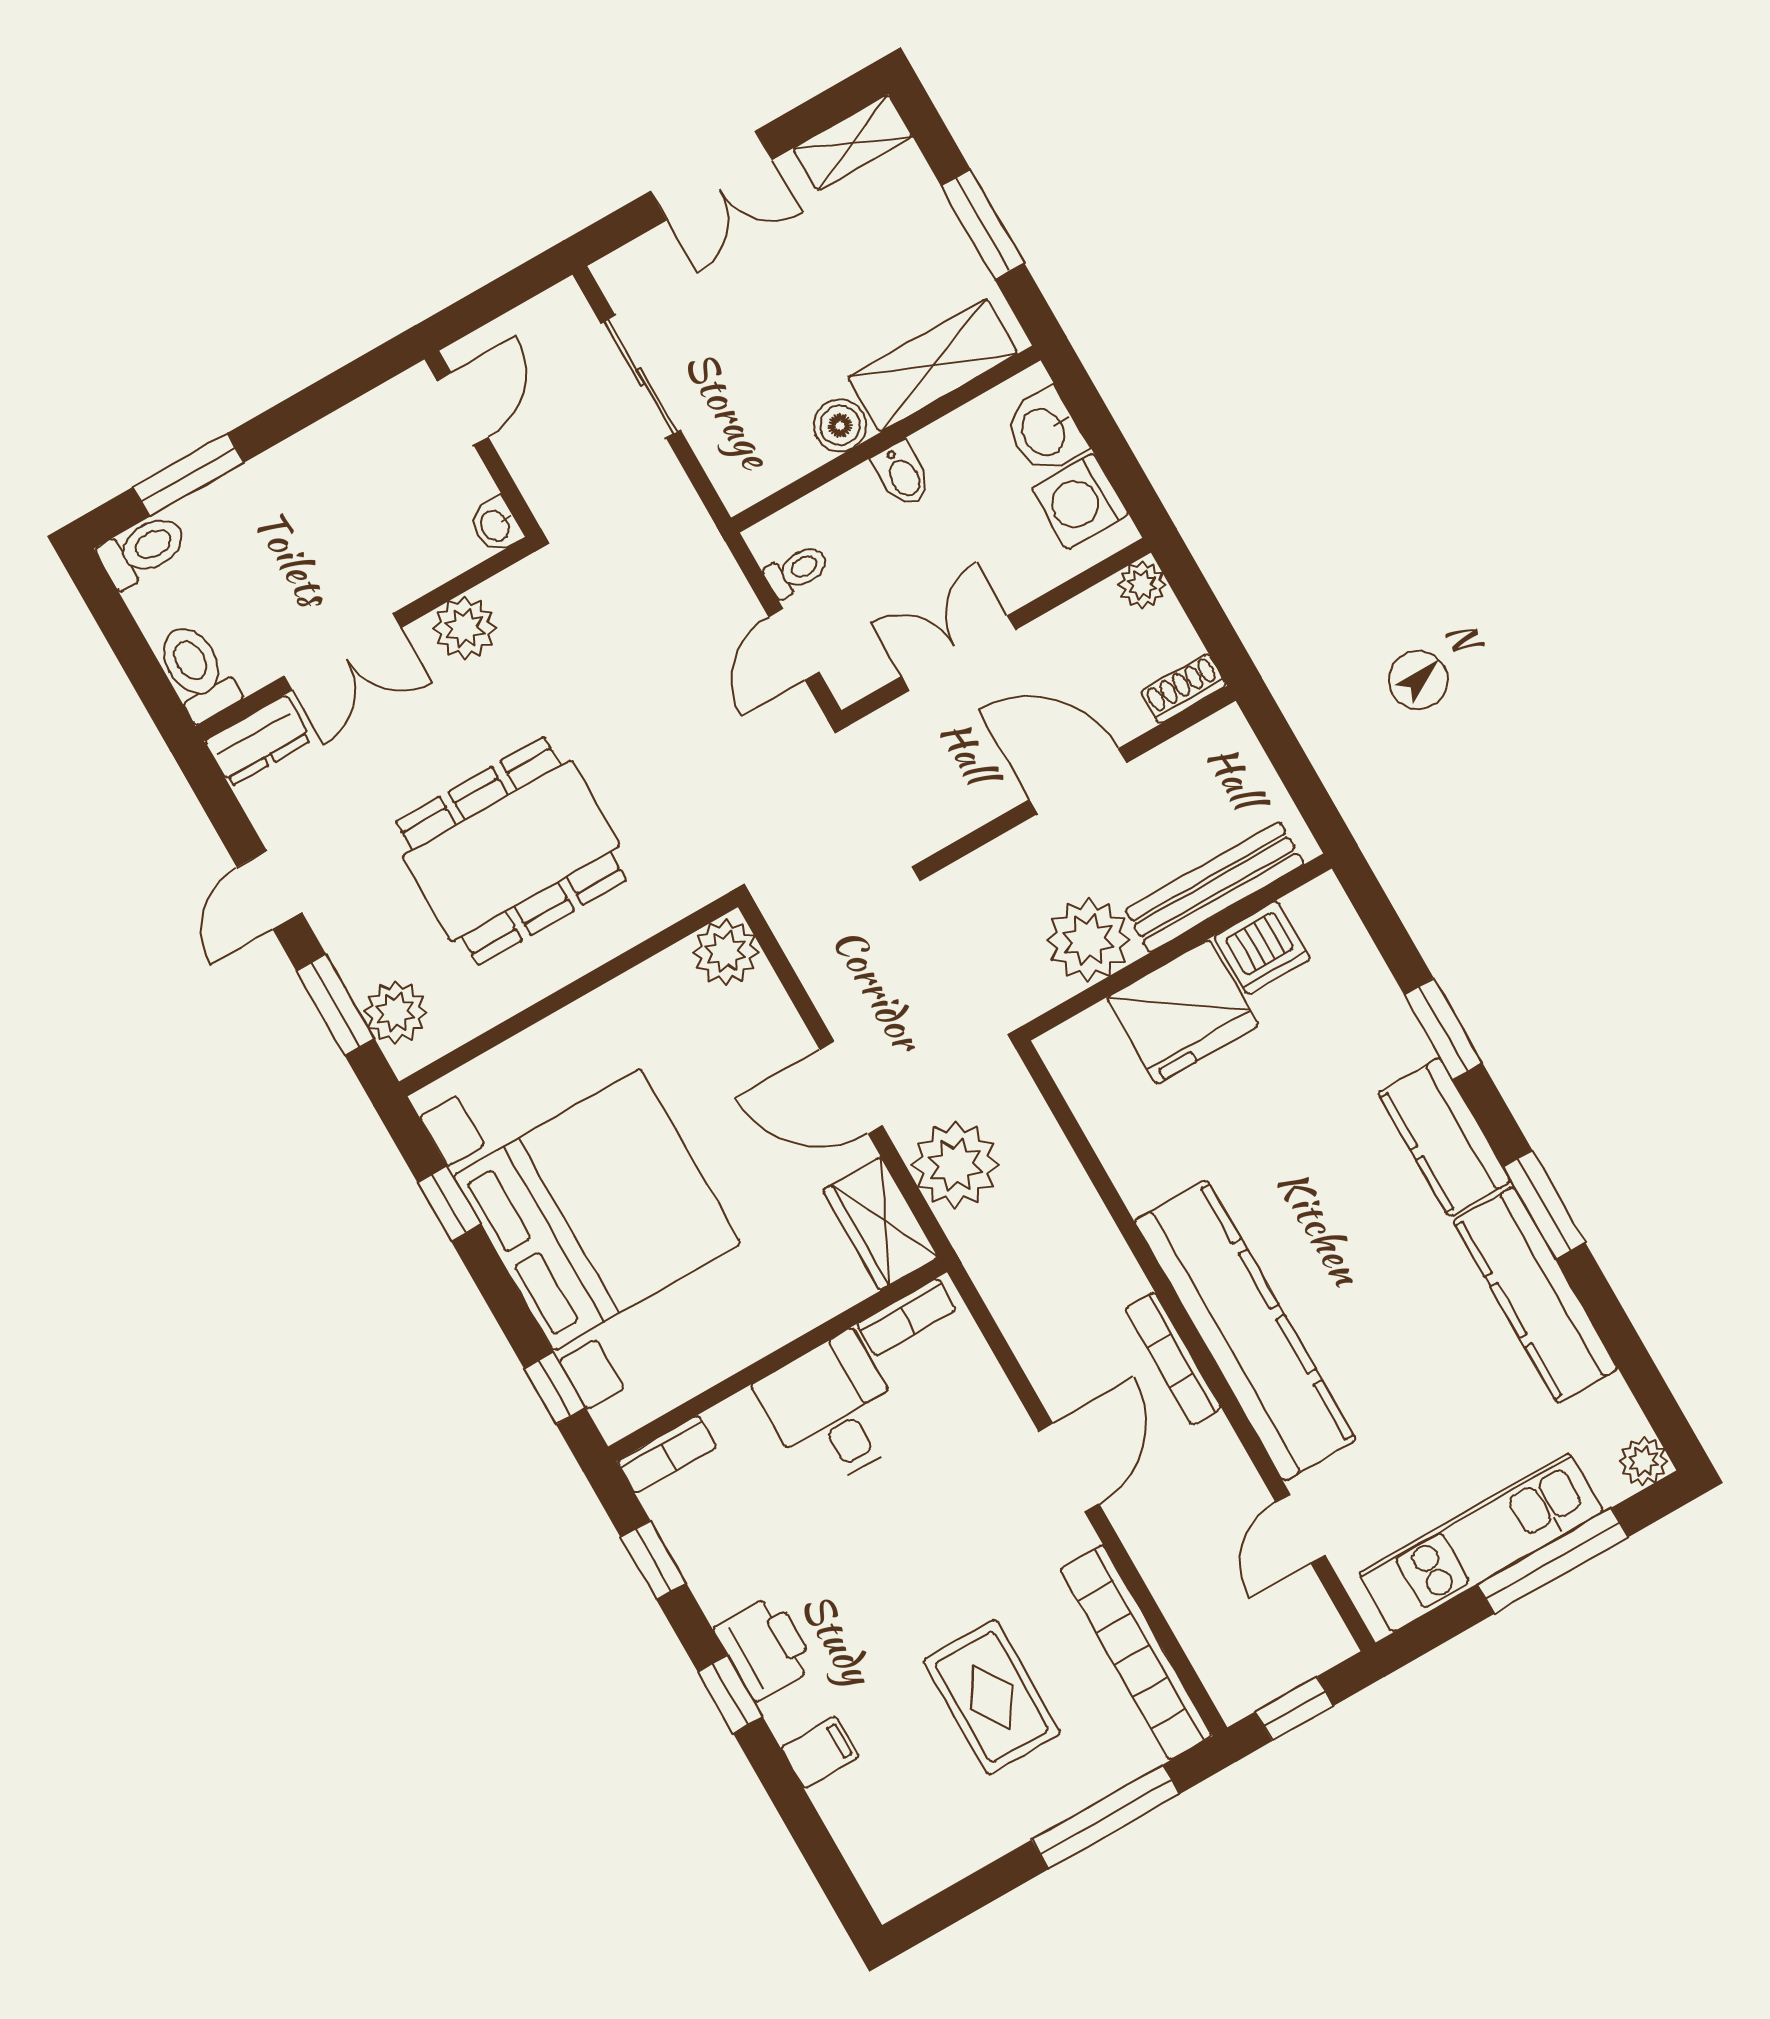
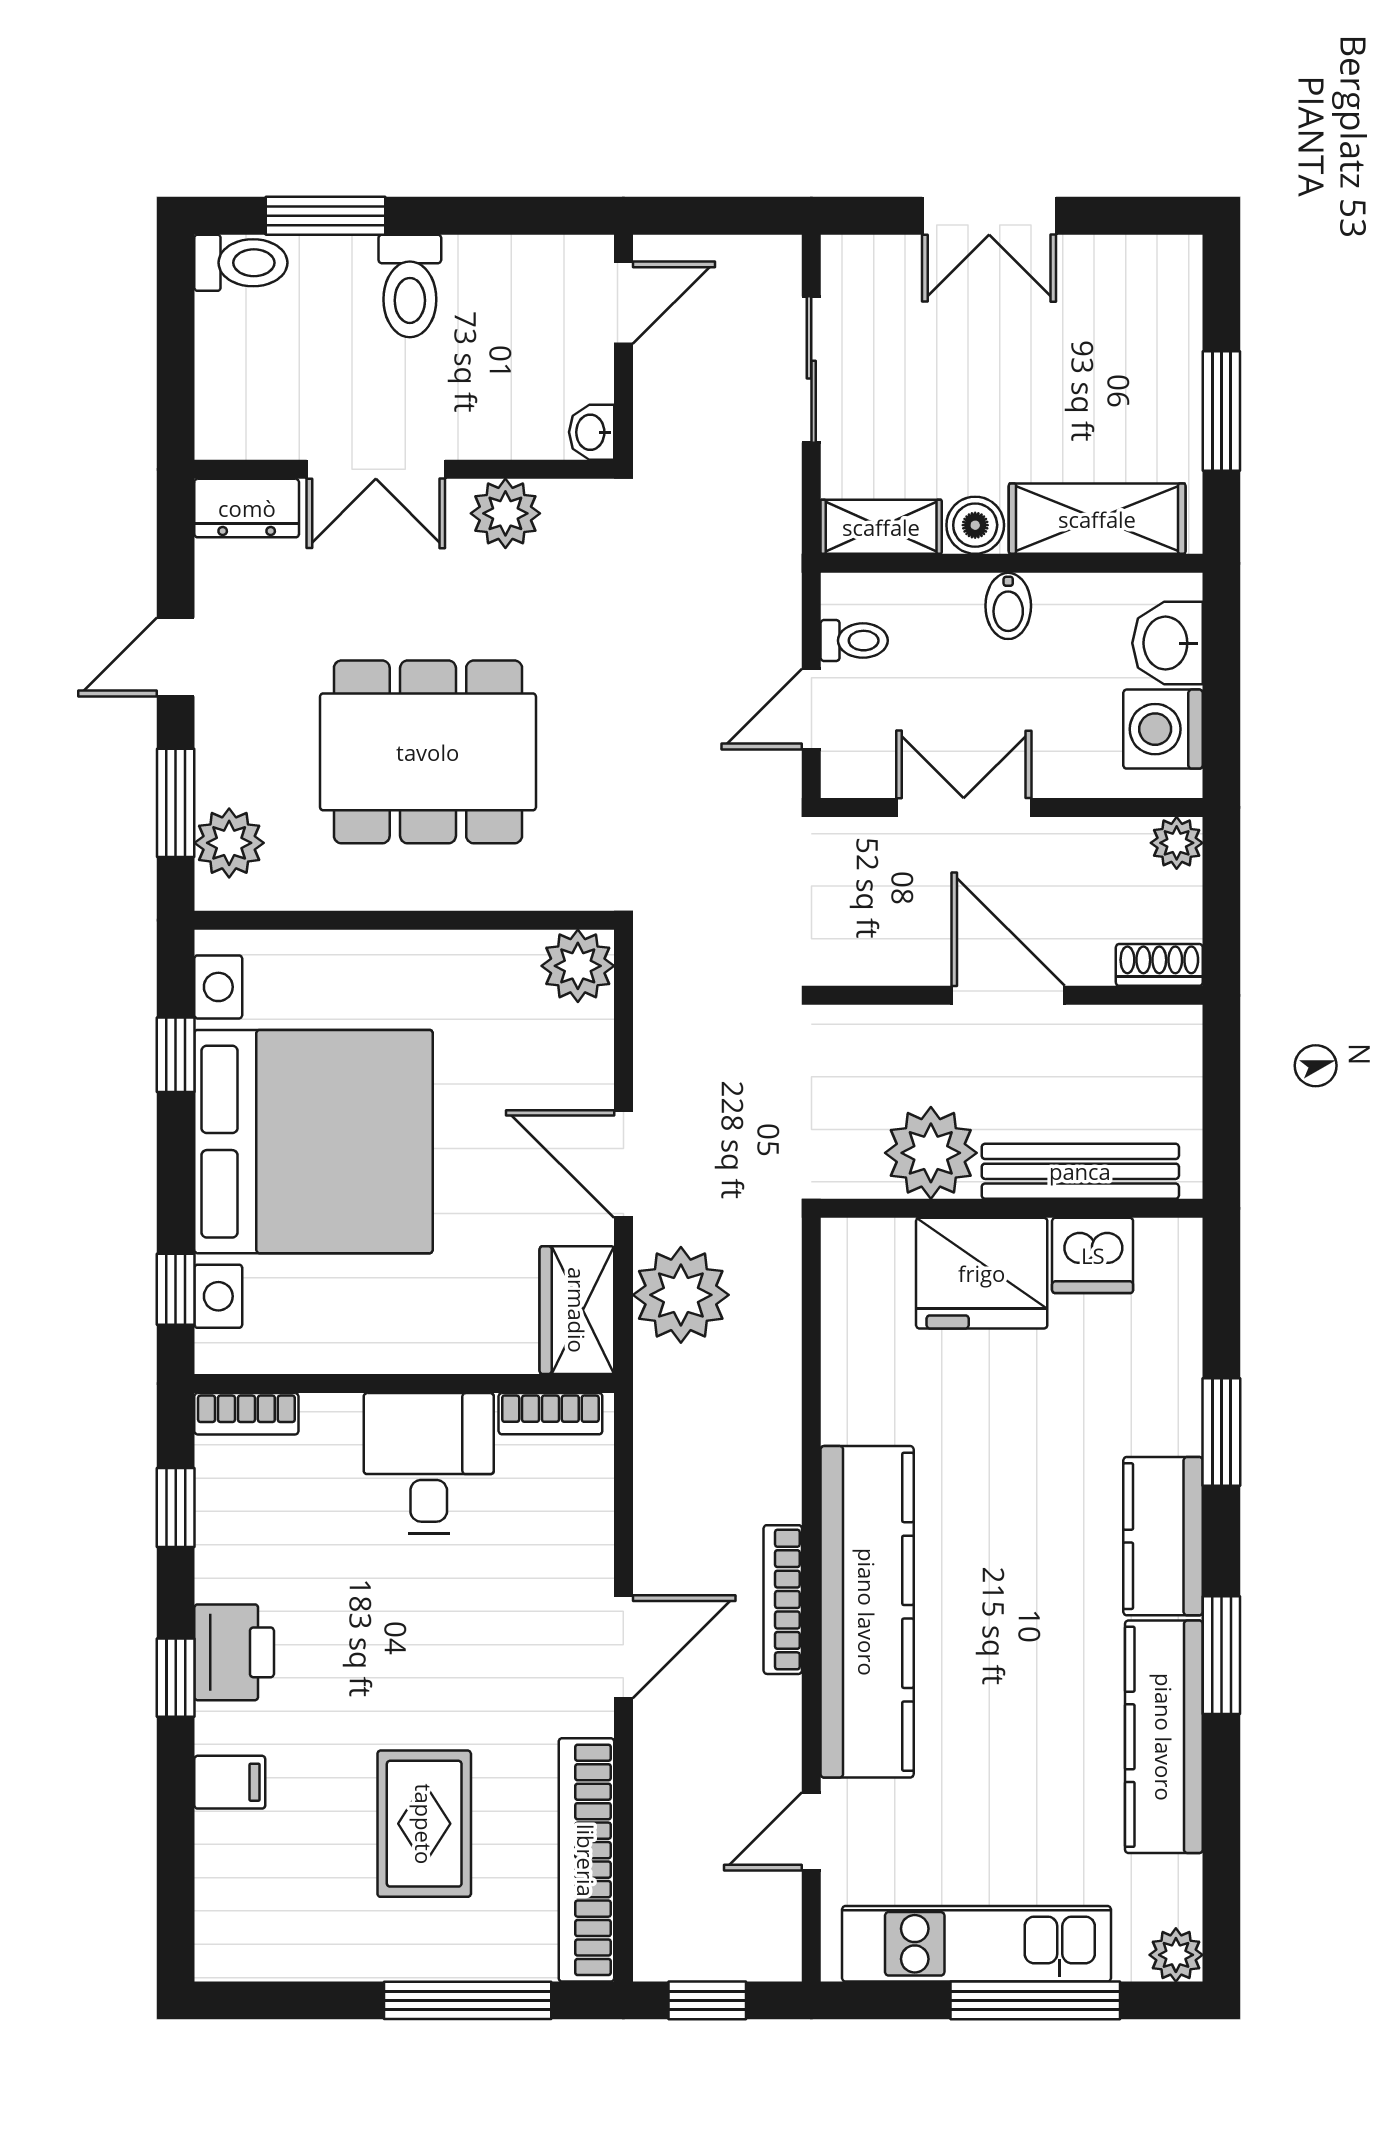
shelving: (853, 142) -> (881, 527), moved
toilet: (197, 672) -> (410, 286), moved, turned 180

